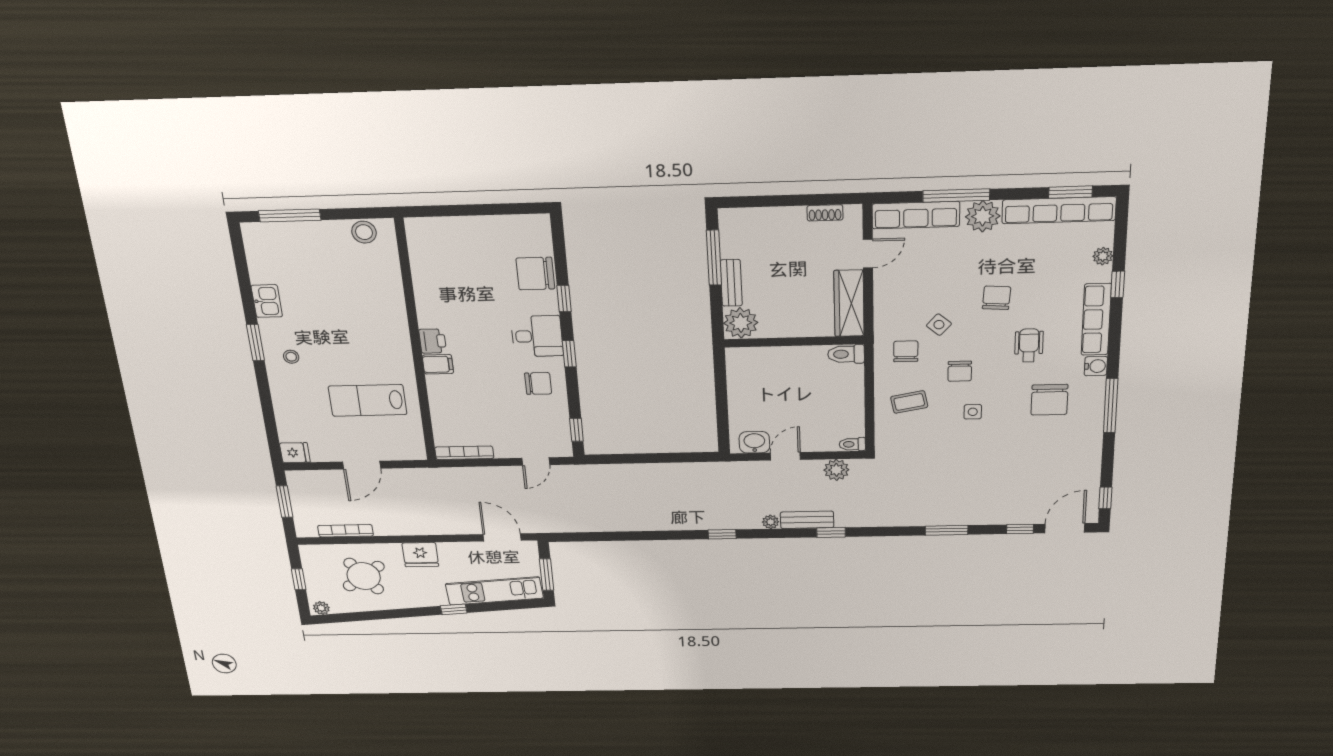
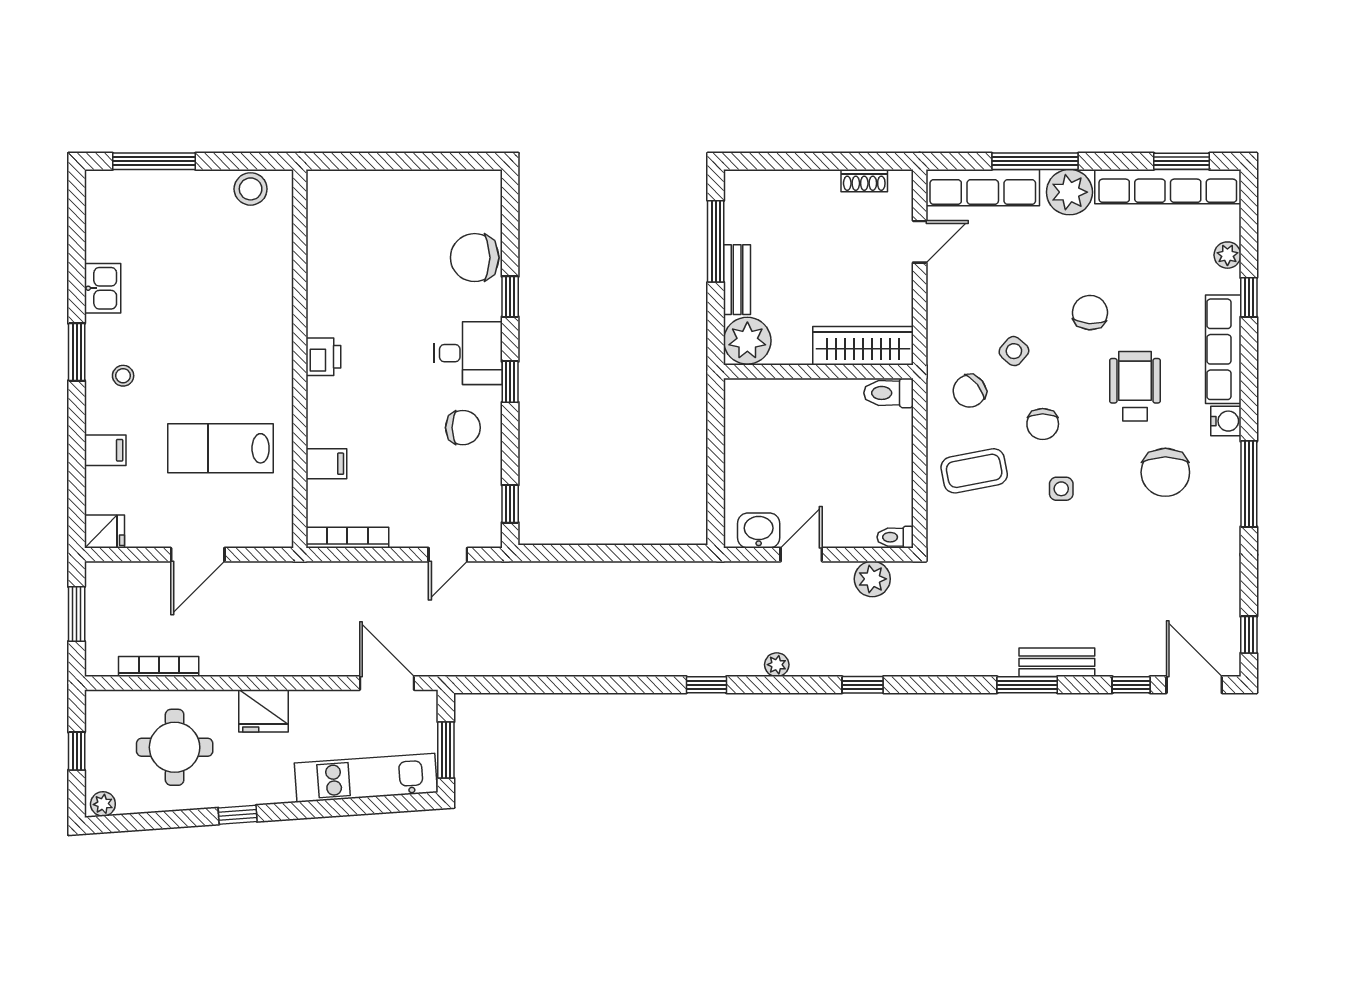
wardrobe: (849, 303) -> (863, 346), moved, turned 90
wheelchair: (1029, 345) -> (1135, 386), width x1.36, depth x1.37
chair: (906, 351) -> (970, 391), turned -129
filing cabinet: (438, 364) -> (326, 464), moved
coffee table: (909, 402) -> (974, 471), width x1.36, depth x1.30
filing cabinet: (287, 403) -> (105, 450), added
bench: (807, 520) -> (1057, 662), moved
door: (1065, 528) -> (1194, 685), hinge flipped
round table: (364, 576) -> (175, 747), turned 36
window: (454, 609) -> (238, 815), moved

